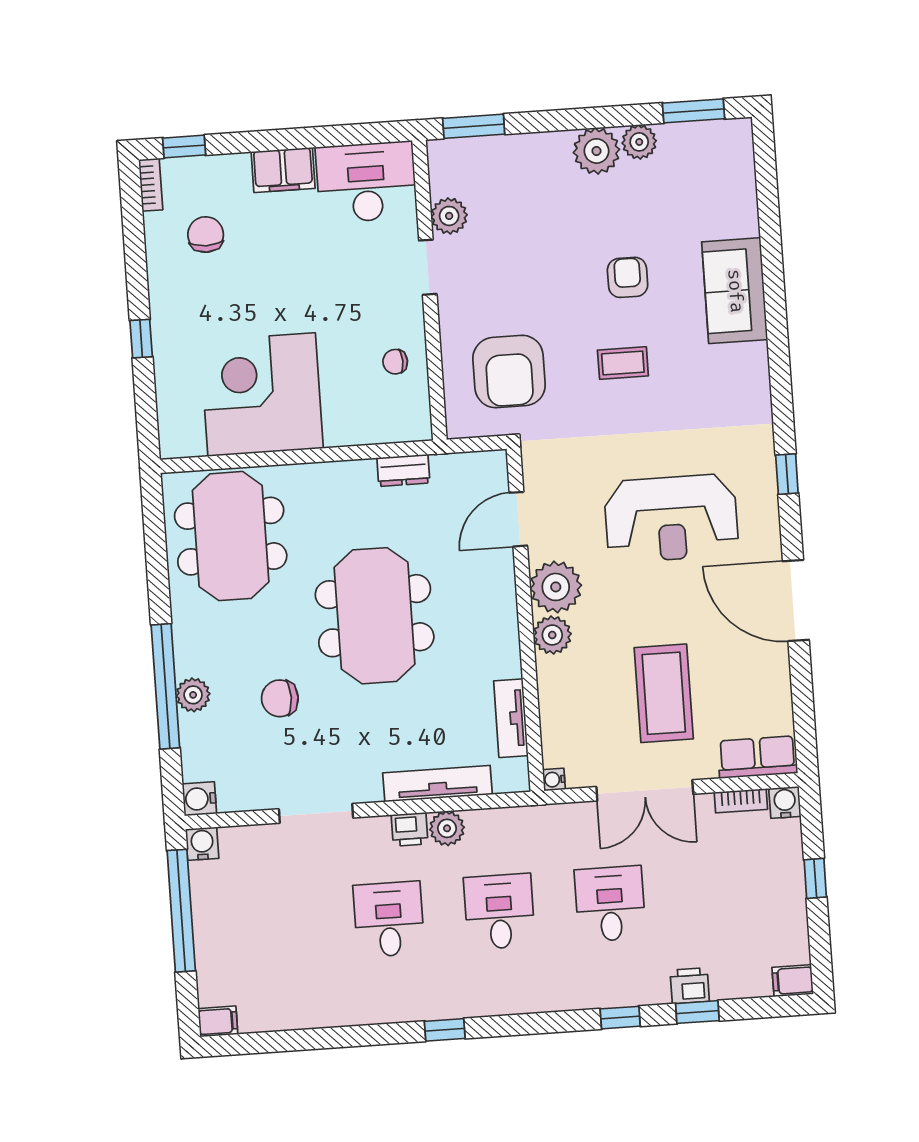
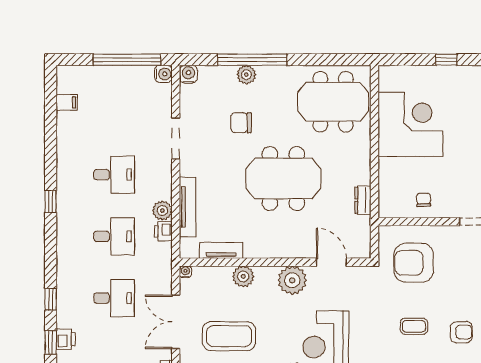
coffee table: (623, 363) -> (414, 326), turned 90
plant: (552, 635) -> (243, 276), moved
chair: (280, 698) -> (241, 123), turned -90
printer: (410, 829) -> (163, 231), moved
filing cabinet: (218, 1021) -> (67, 102), moved, turned -90

